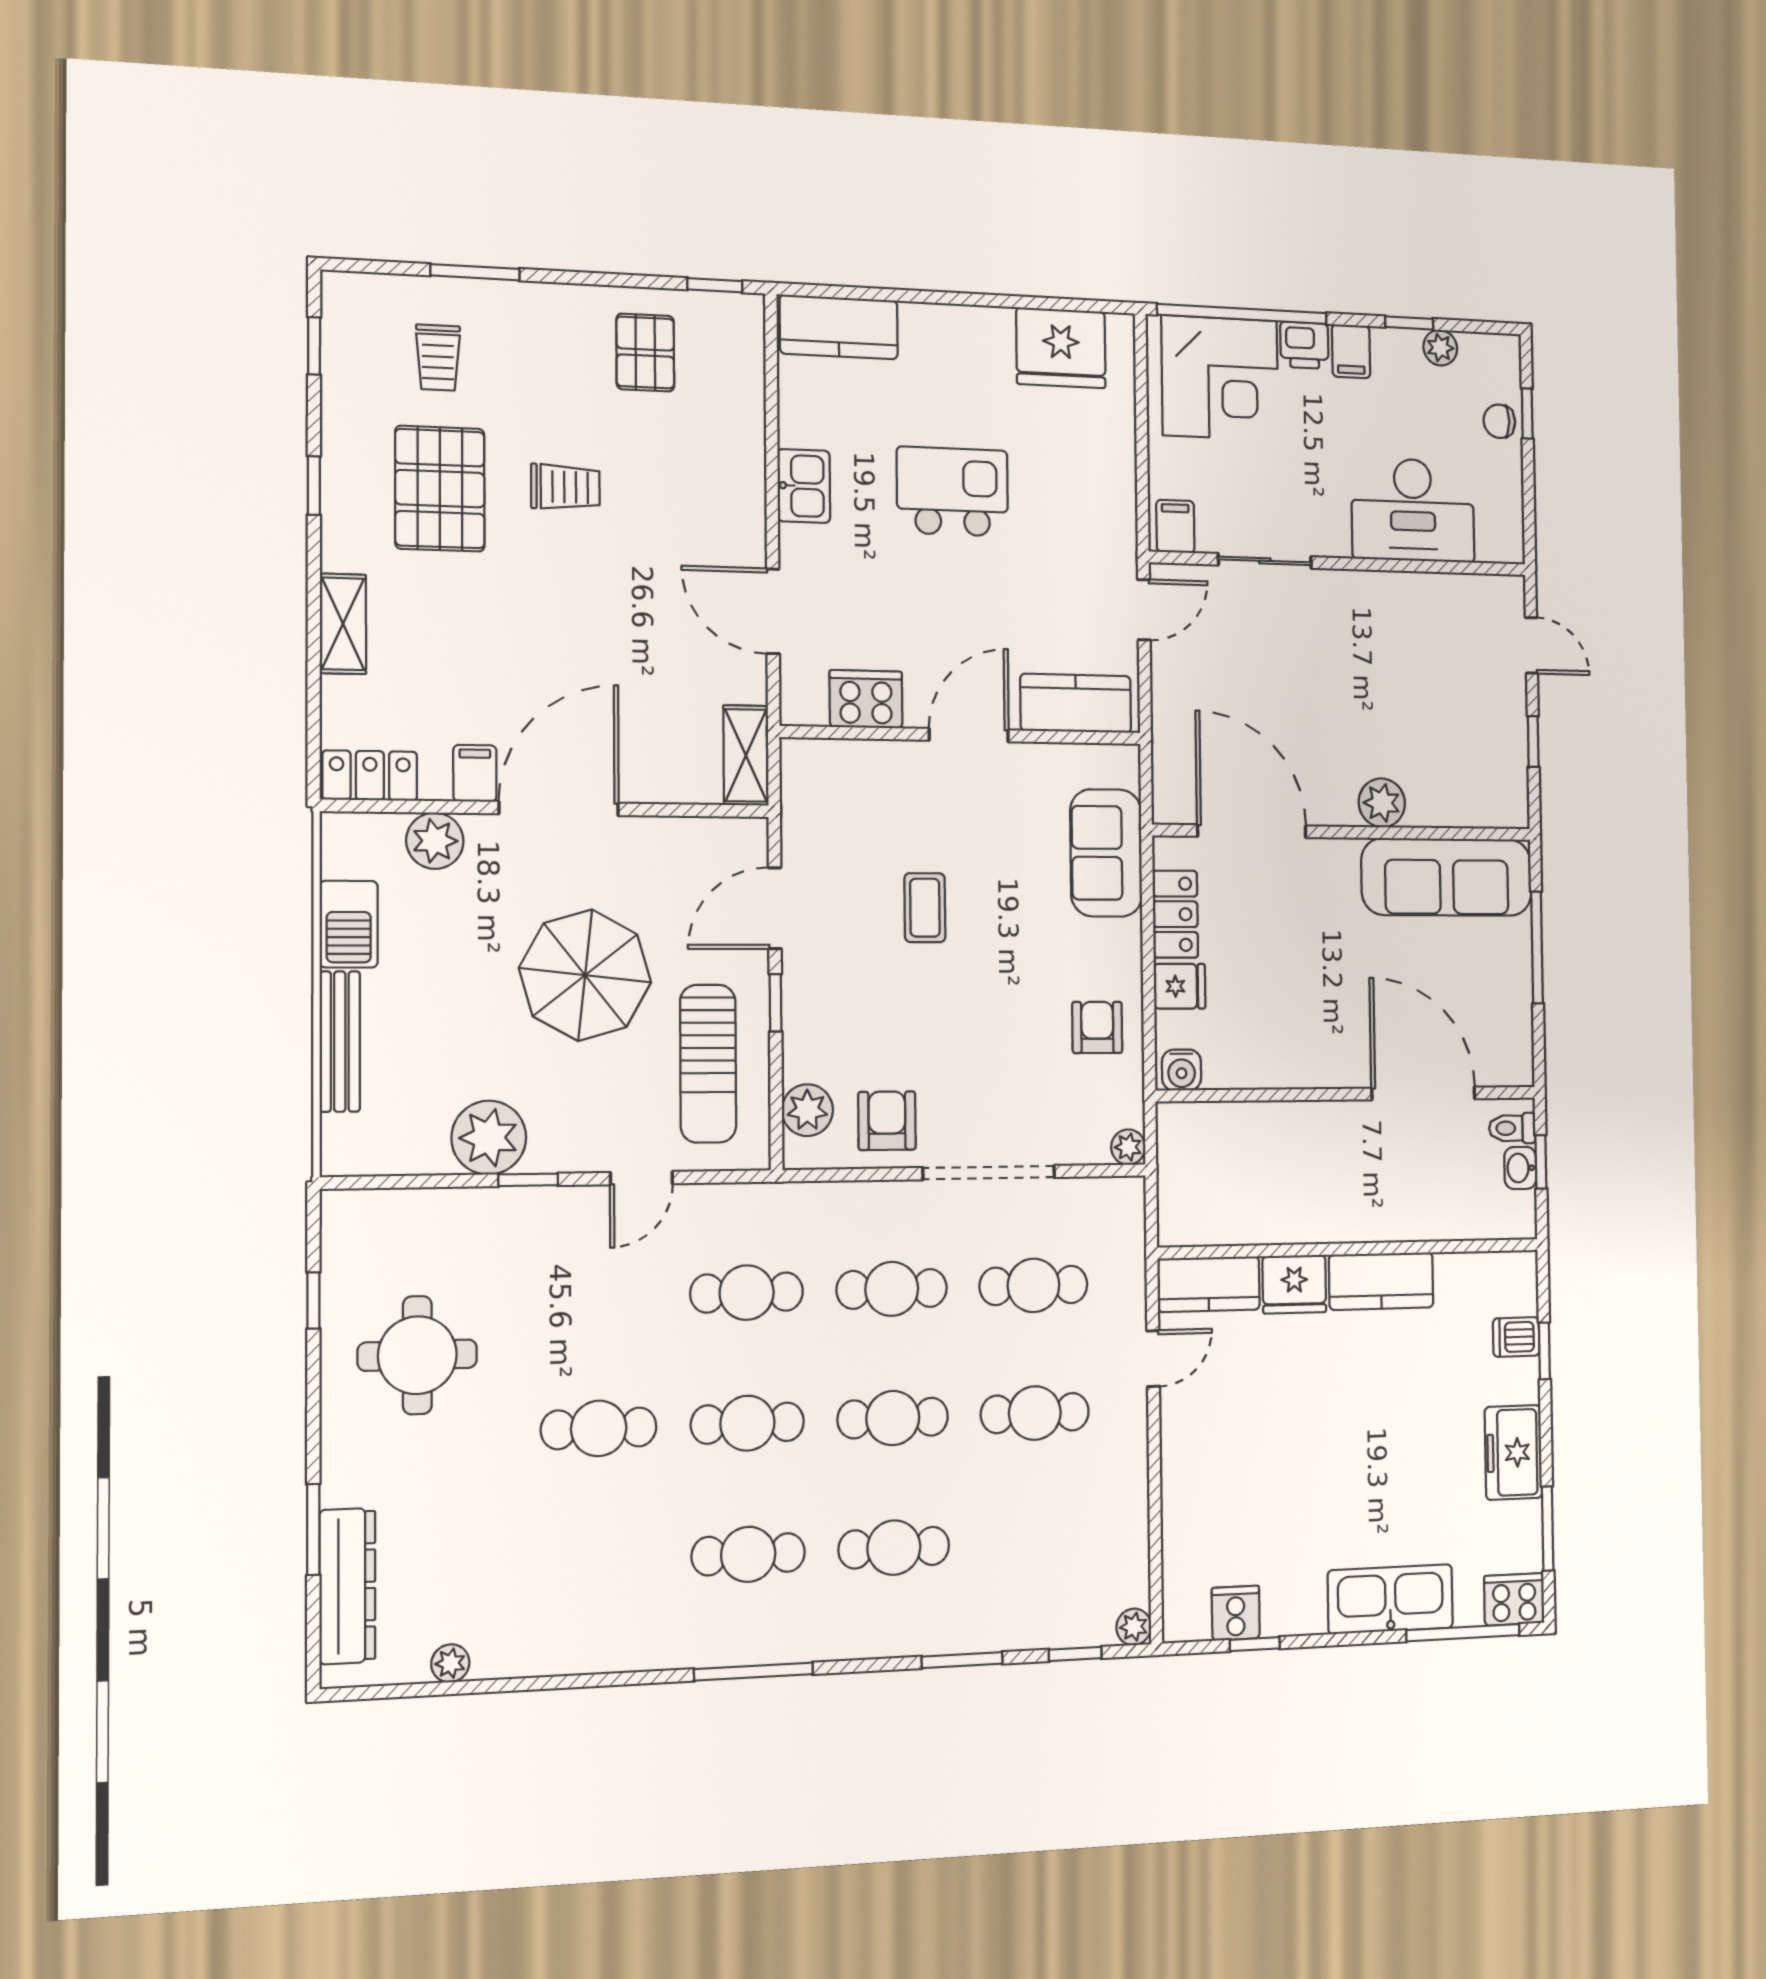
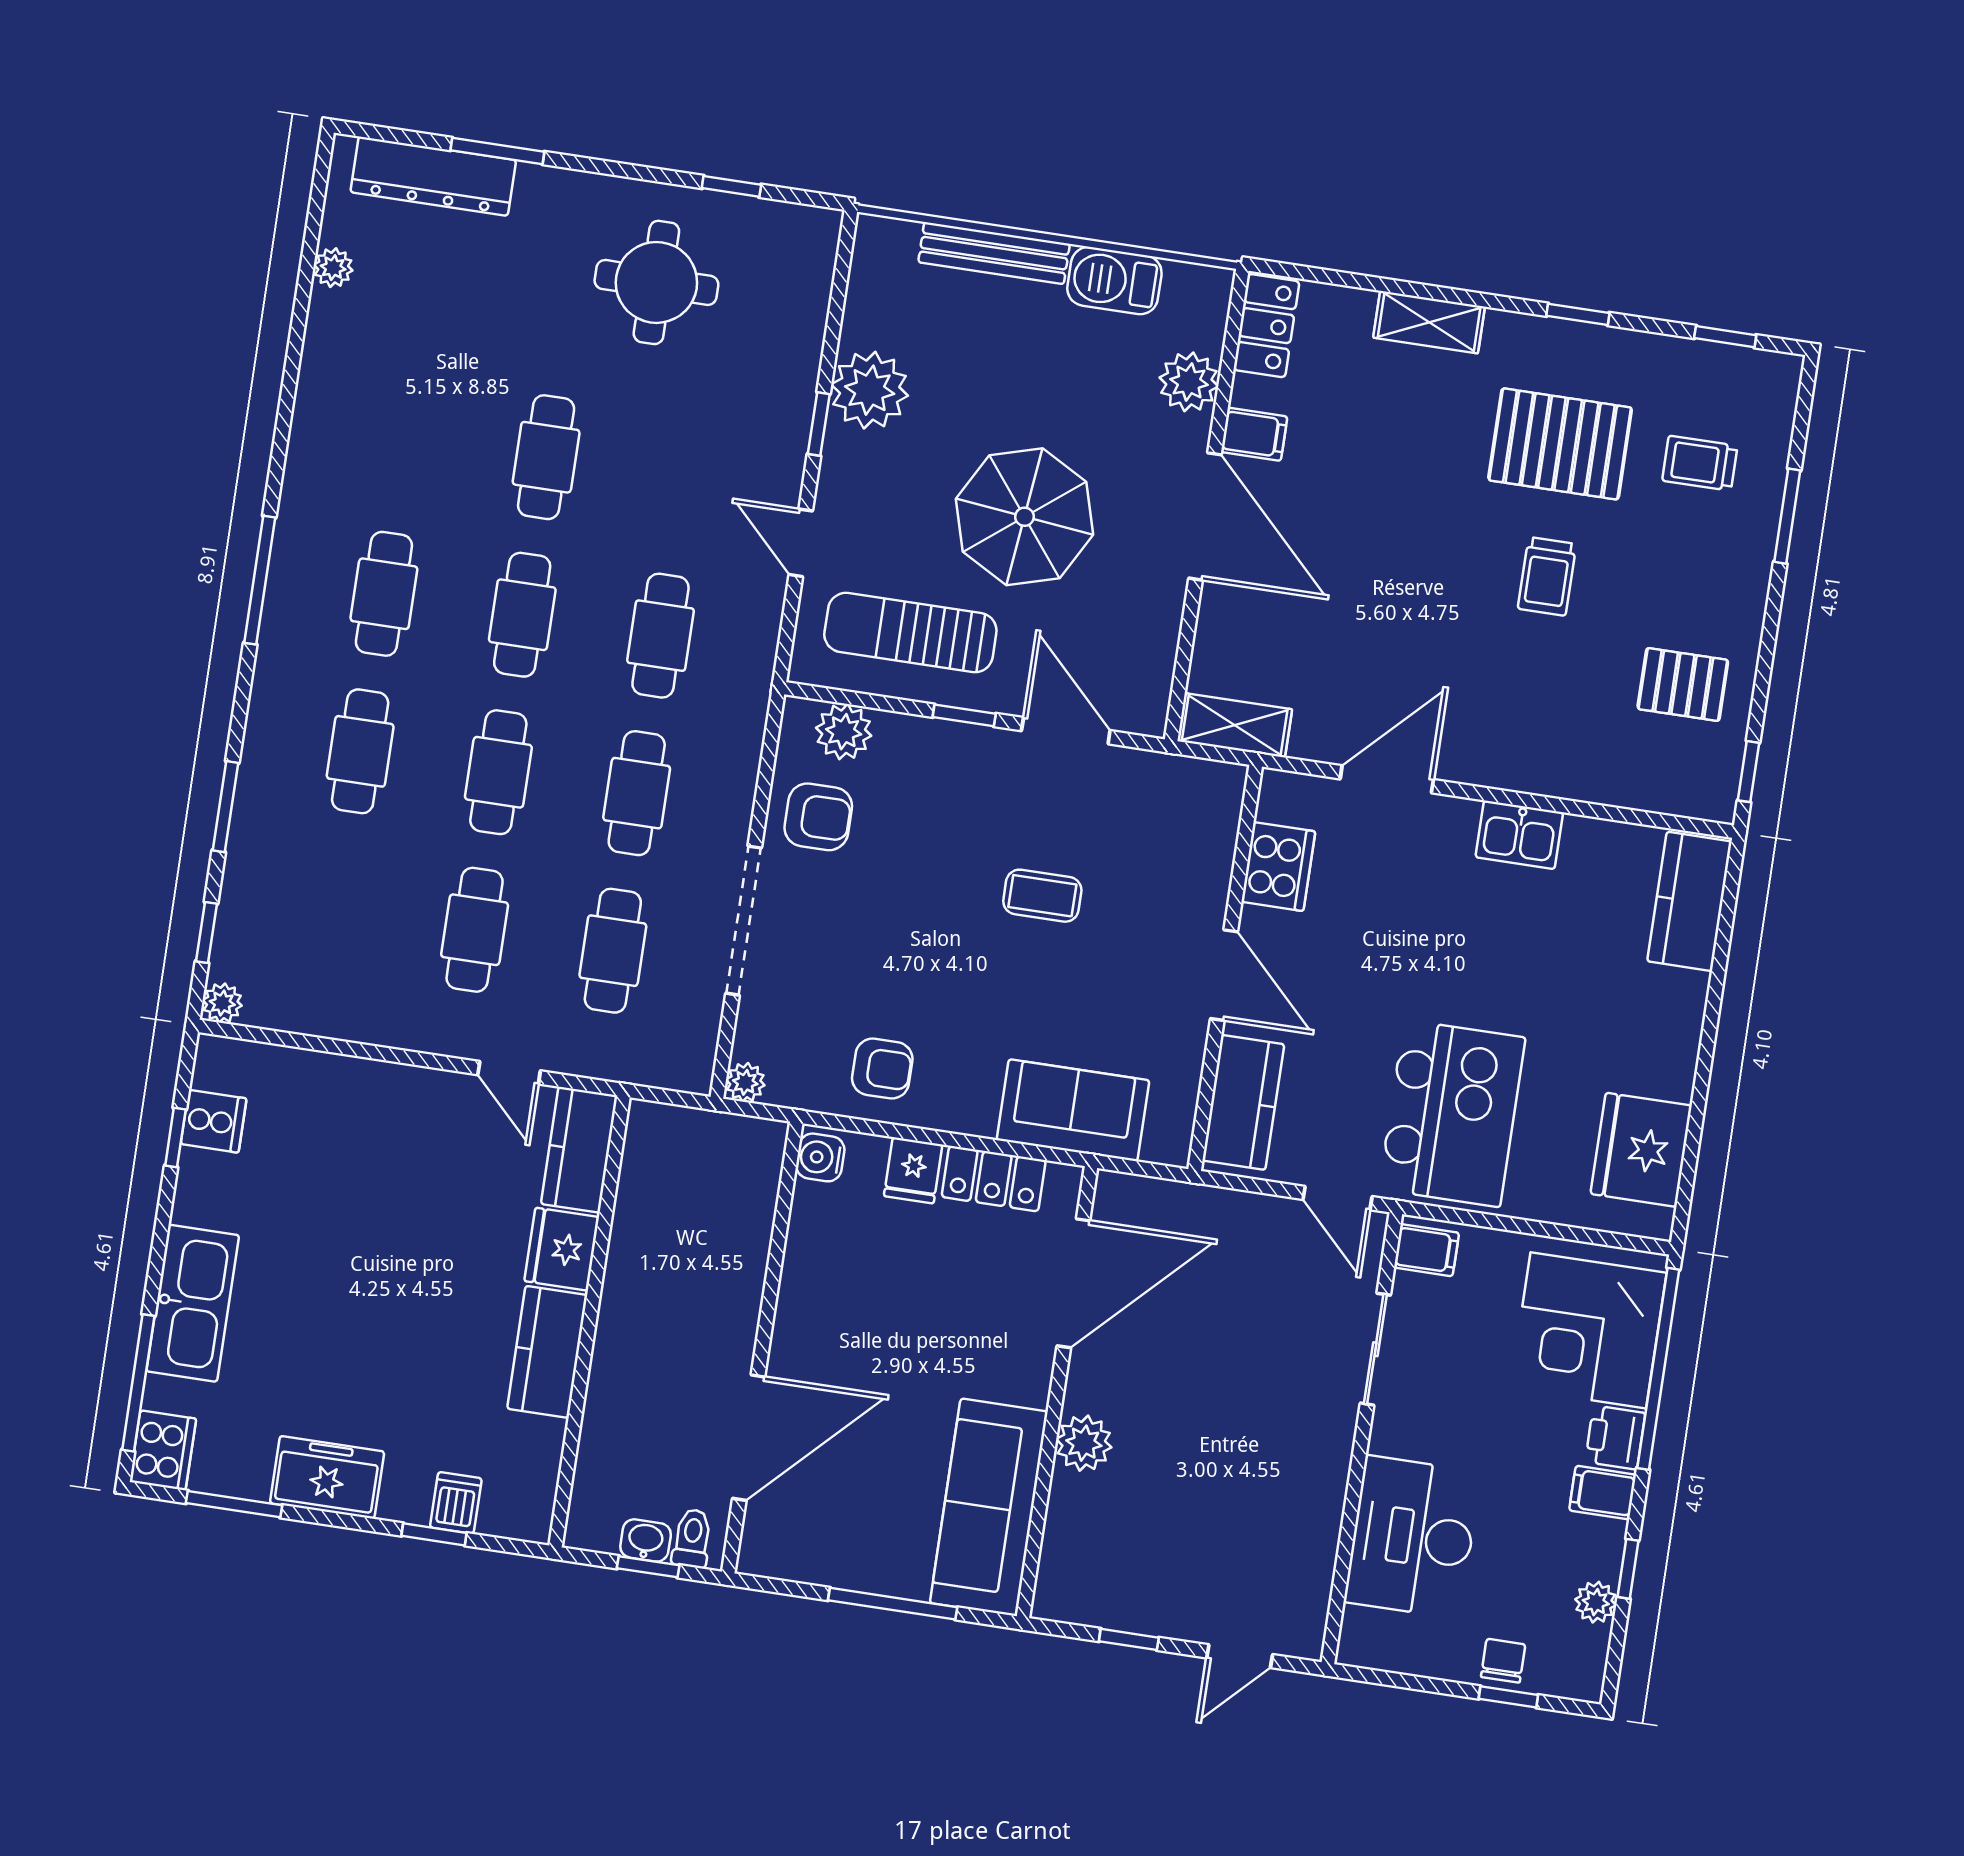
kitchen island: (952, 492) -> (1452, 1113), moved, width x1.37, depth x1.28

